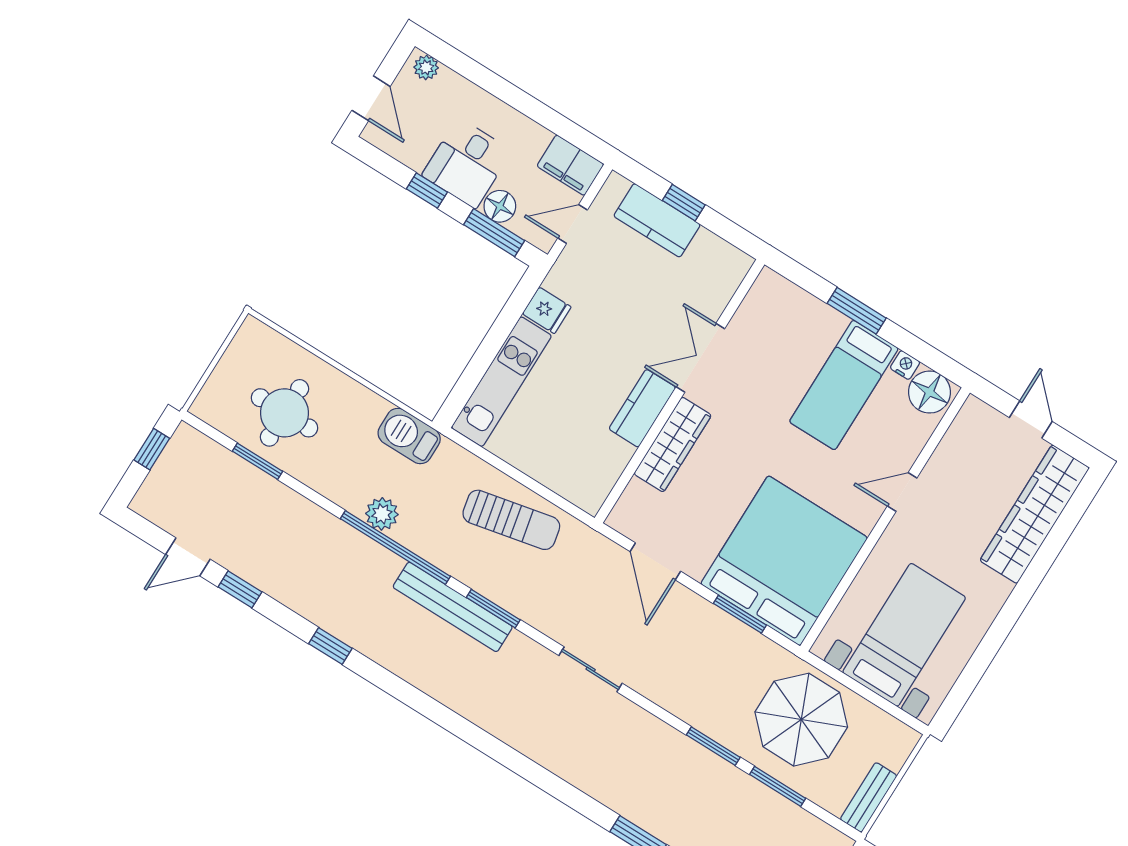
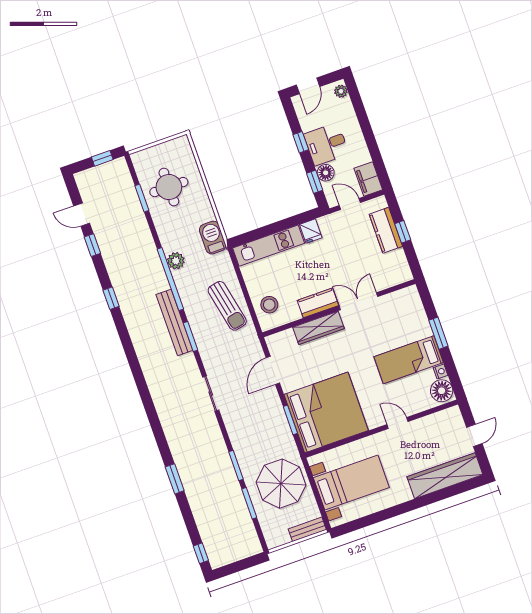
window: (494, 233) -> (315, 182), width x0.67
stool: (572, 468) -> (269, 305), added
bench: (869, 797) -> (307, 529), moved

